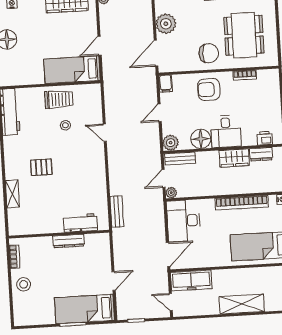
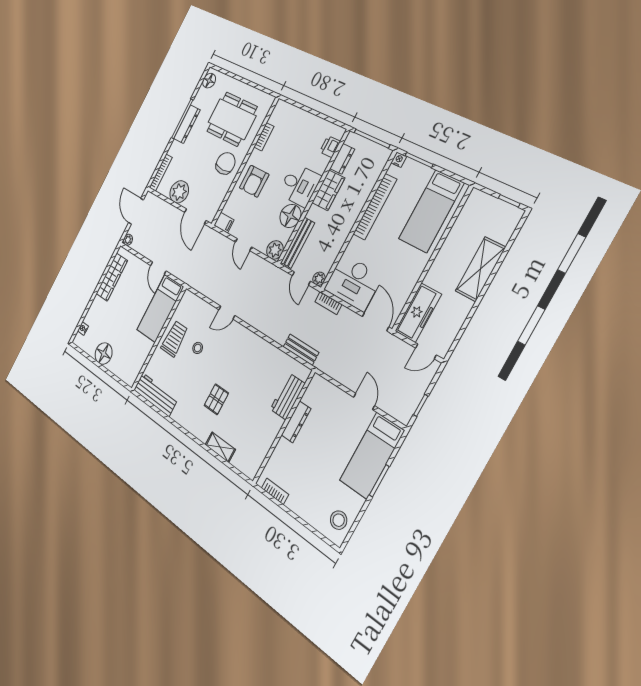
bench: (180, 159) -> (298, 243), width x1.36
bookcase: (159, 211) -> (328, 303), added
stool: (24, 284) -> (339, 520), moved

